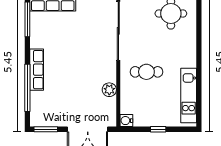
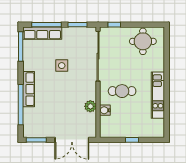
side table: (76, 42) -> (62, 66), added
kitchen unit: (189, 95) -> (158, 95), moved
water cooler: (126, 121) -> (105, 110), moved

